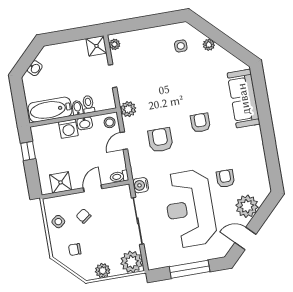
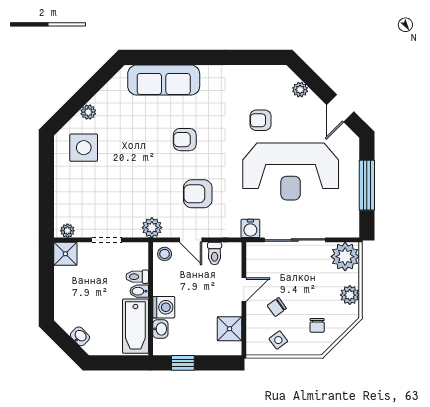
side table: (181, 46) -> (84, 148), width x1.87, depth x1.87
washbasin: (85, 123) -> (160, 329), moved
toilet: (119, 176) -> (215, 254), moved
door: (93, 188) -> (244, 290), swing flipped
plant: (247, 206) -> (300, 90), width x0.53, depth x0.53

